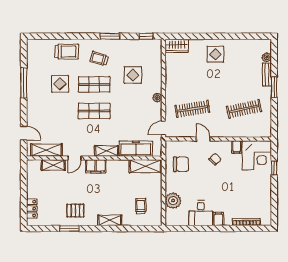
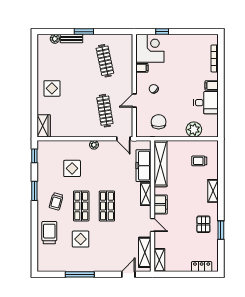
shelving: (53, 165) -> (159, 260), moved
shelving: (145, 166) -> (161, 164), width x1.47

